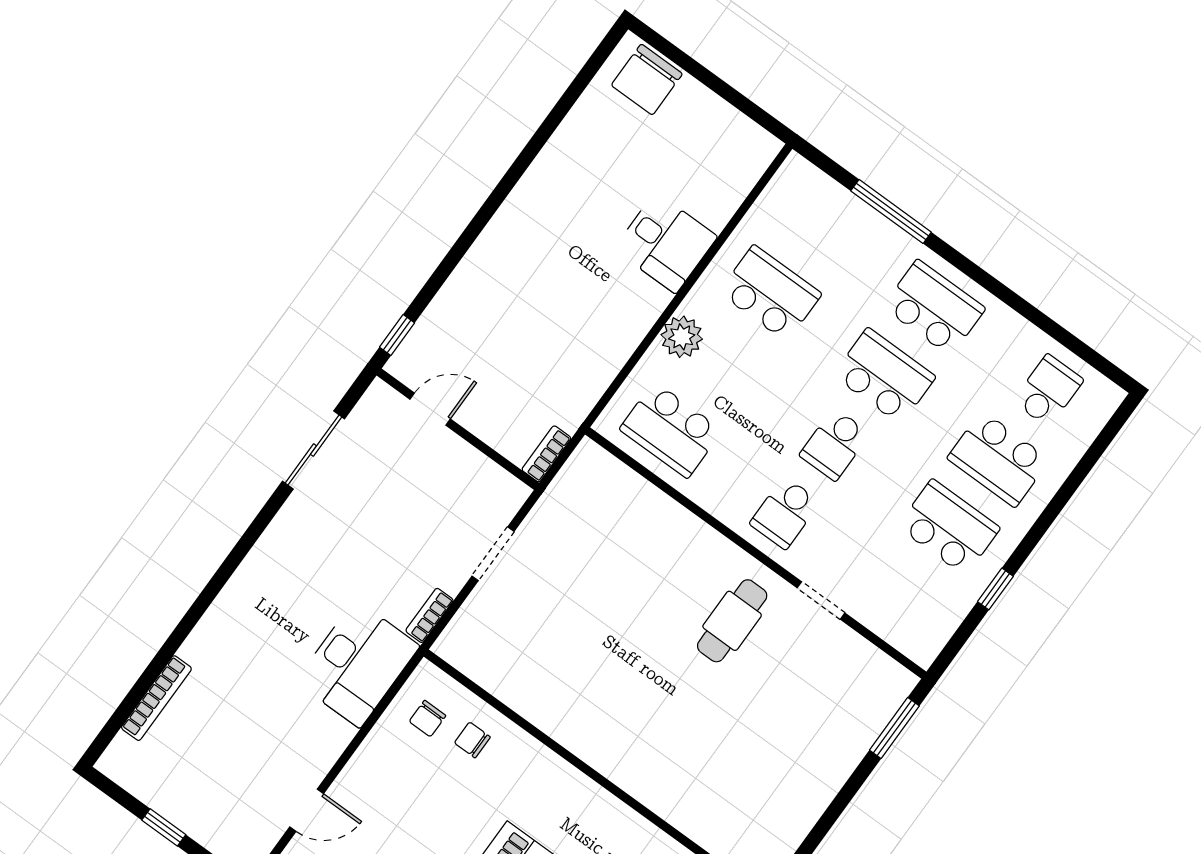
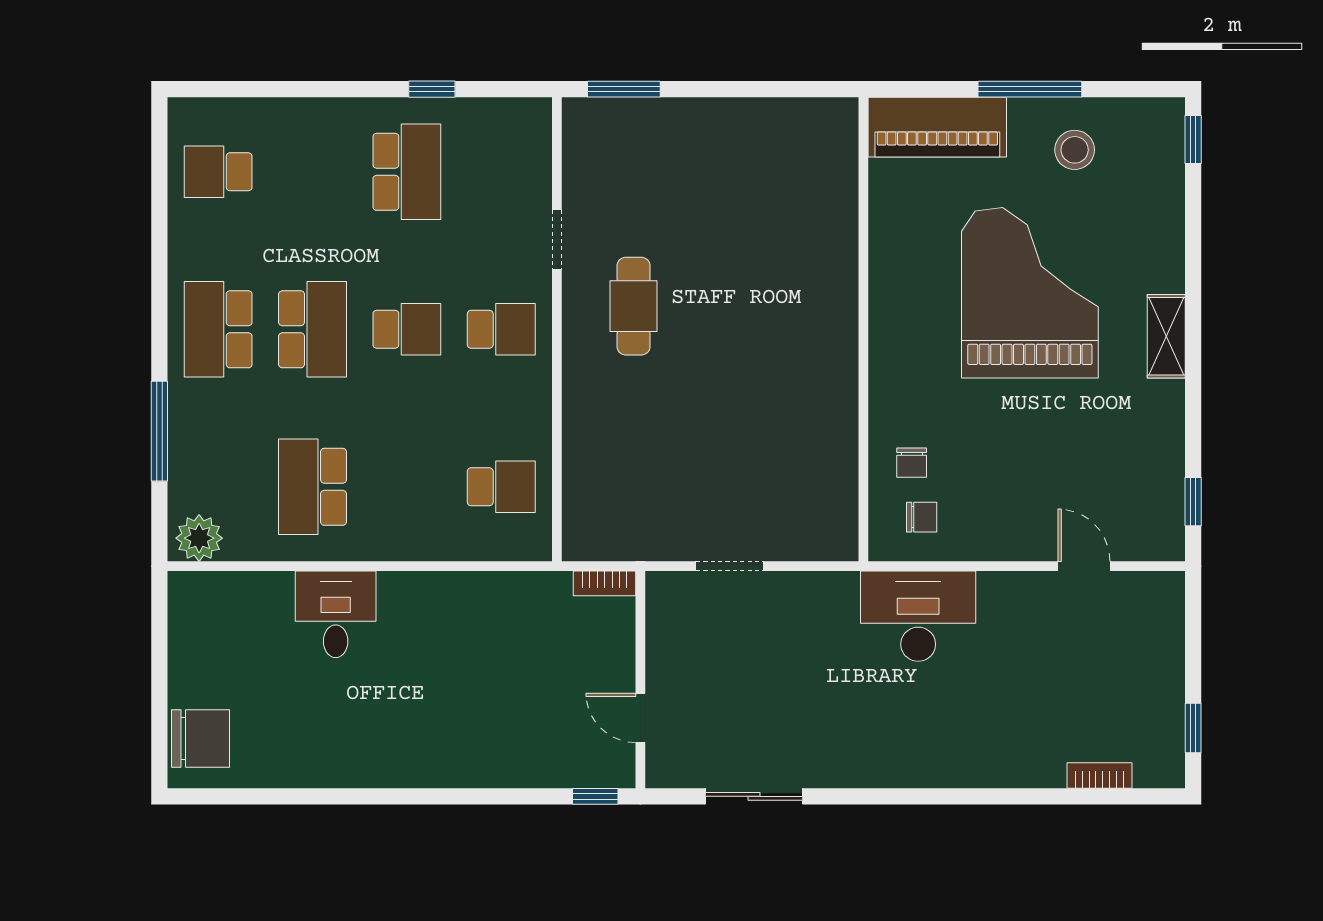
plant: (682, 337) -> (199, 538), moved
school desk: (884, 376) -> (313, 329), turned 180
school desk: (671, 430) -> (501, 487), width x0.54
school desk: (998, 459) -> (313, 172), removed
school desk: (949, 527) -> (407, 172), turned 180
bookcase: (429, 615) -> (827, 583), removed
cafe table: (732, 621) -> (634, 306), turned 90
bookcase: (156, 698) -> (1099, 775), width x0.64
window: (164, 827) -> (1193, 728), moved

